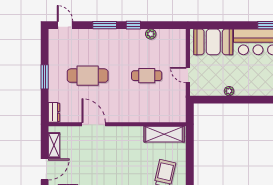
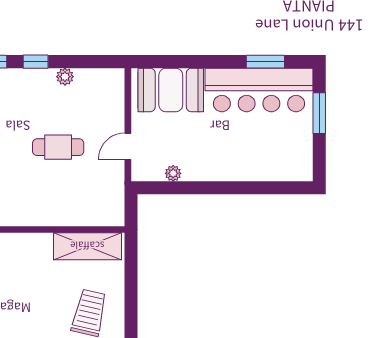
door: (188, 75) -> (128, 146), hinge flipped
plant: (229, 91) -> (173, 173), moved

